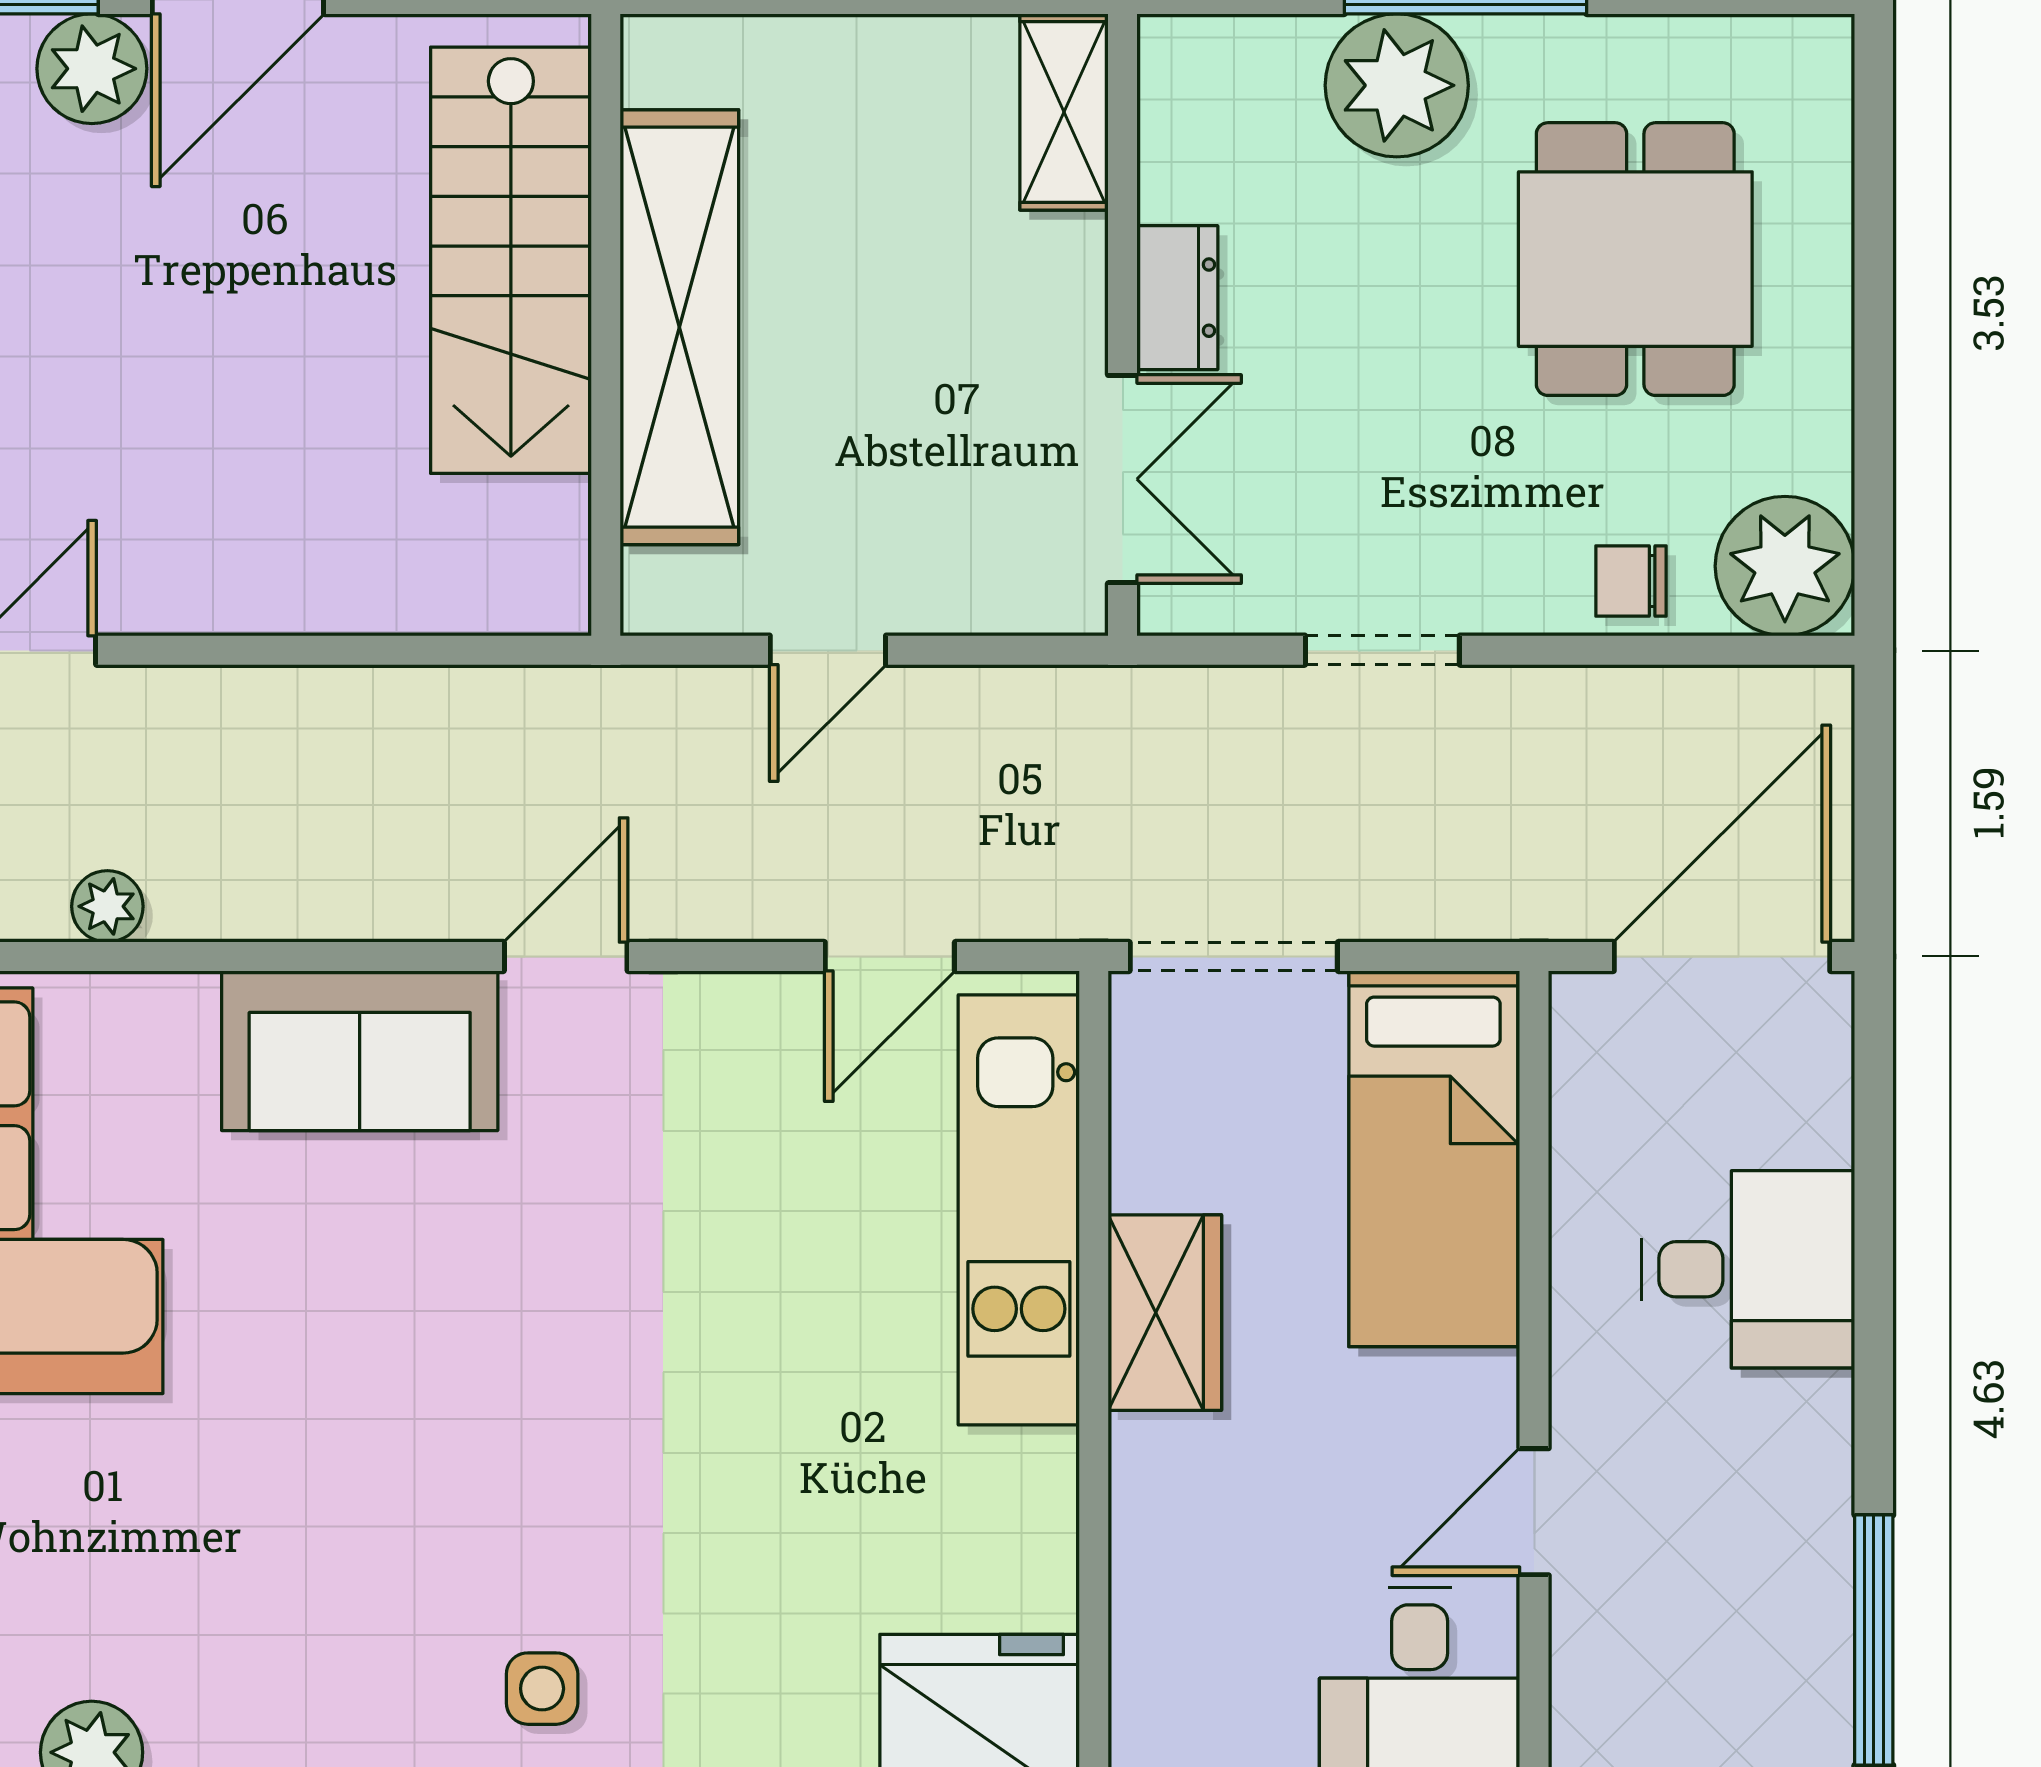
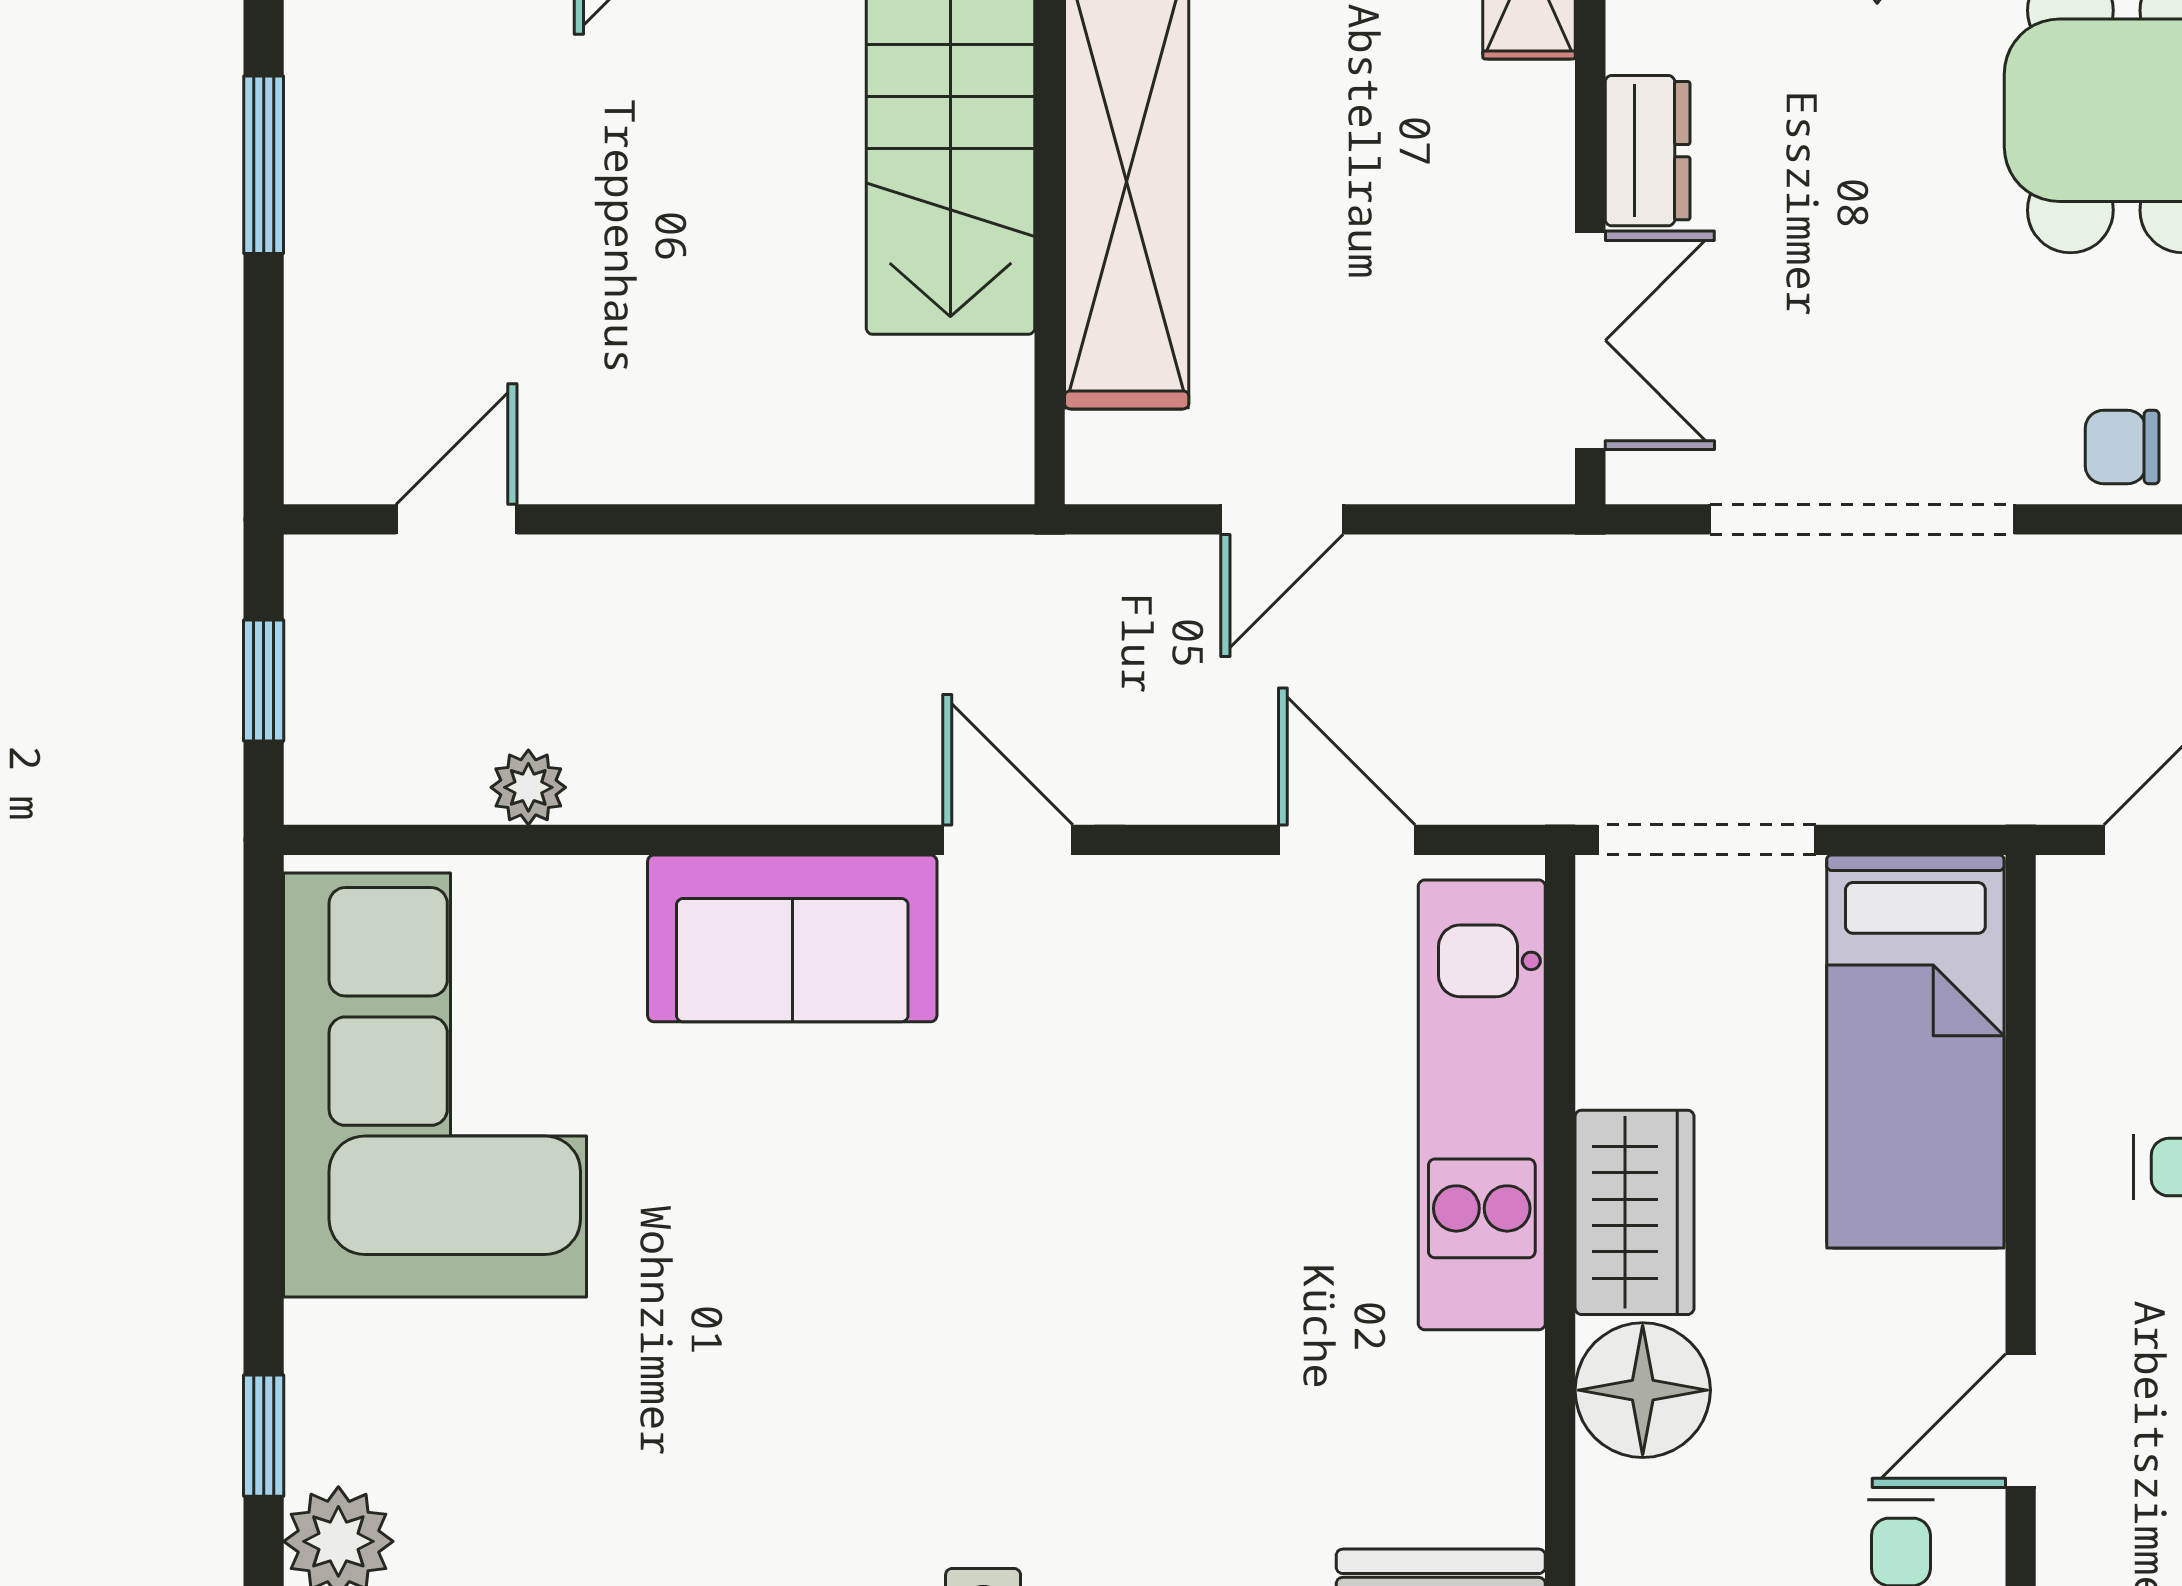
doorway: (1382, 650) -> (1862, 519), width x1.87
door: (566, 956) -> (1008, 840), hinge flipped
door: (890, 956) -> (1347, 840), swing flipped
floor lamp: (1173, 1483) -> (1643, 1390), added

